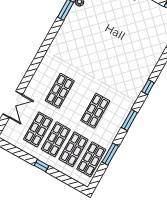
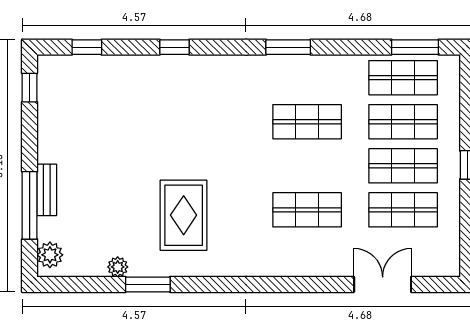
rug: (85, 40) -> (184, 215), added
window: (148, 87) -> (175, 47), moved
window: (110, 154) -> (415, 47), moved

